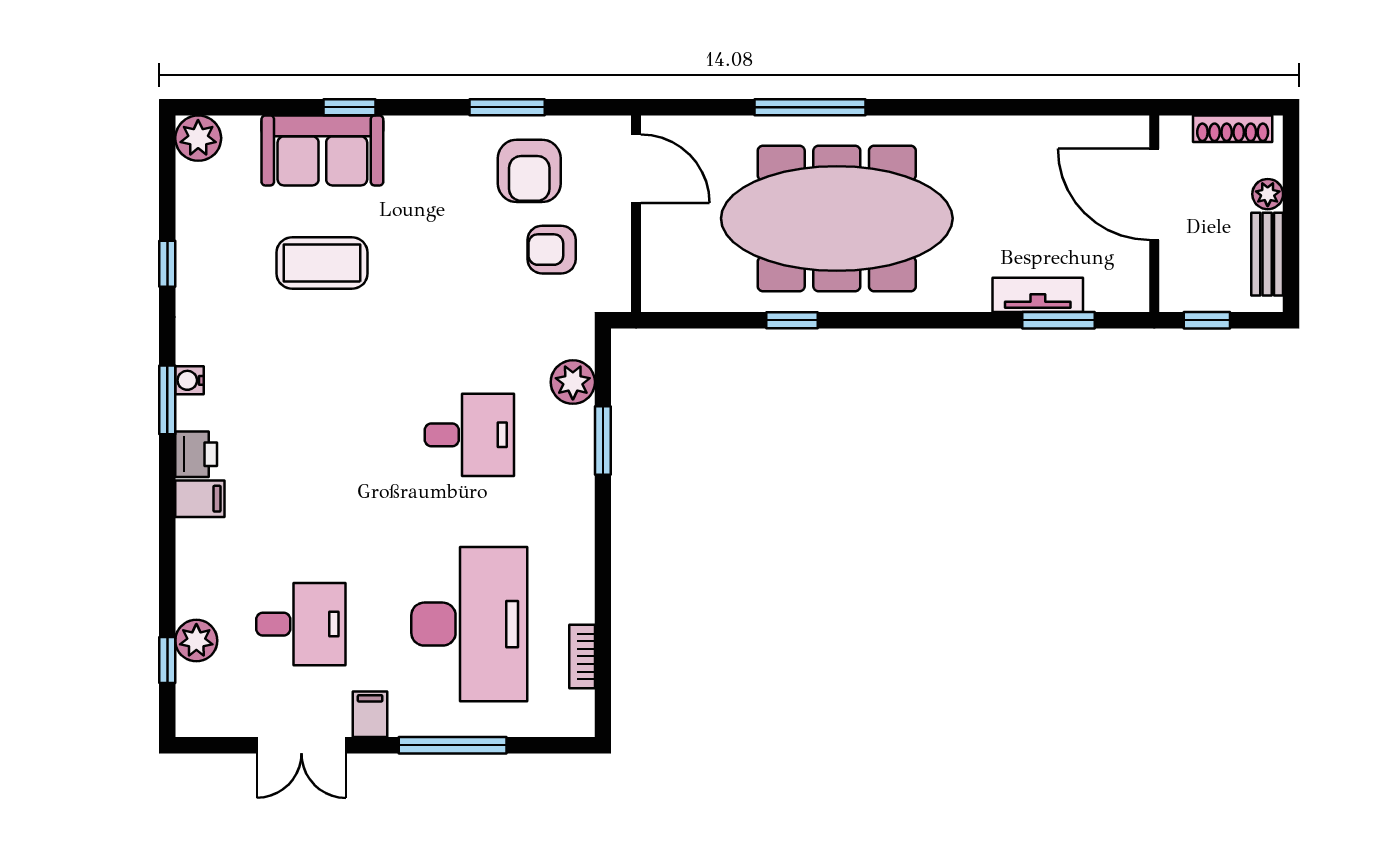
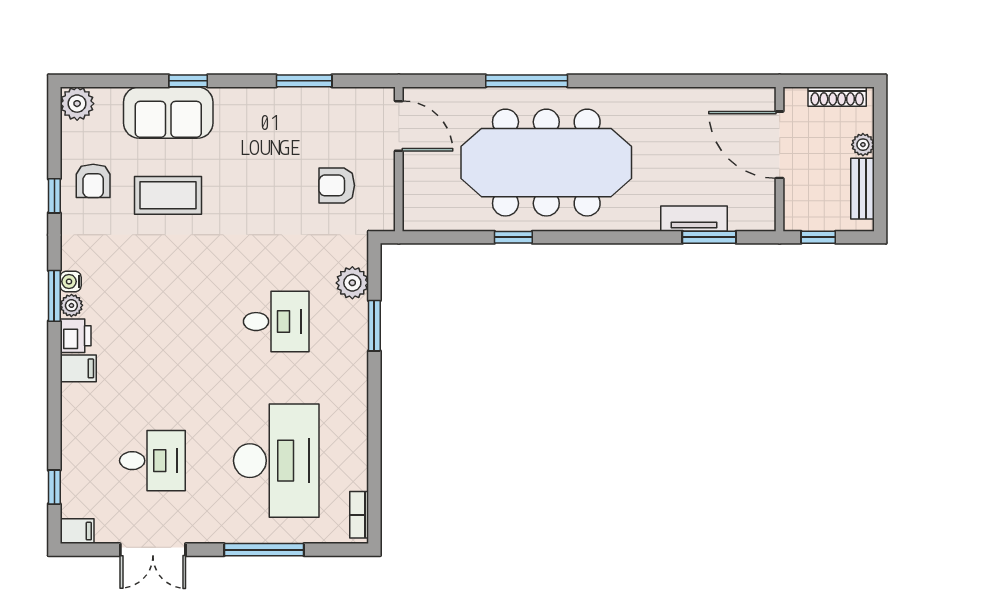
armchair: (529, 171) -> (93, 181), moved, width x0.72, depth x0.72
plant: (196, 641) -> (71, 305), moved, width x0.73, depth x0.73
bookcase: (582, 656) -> (359, 515), moved
filing cabinet: (370, 714) -> (77, 531), moved, turned 90

